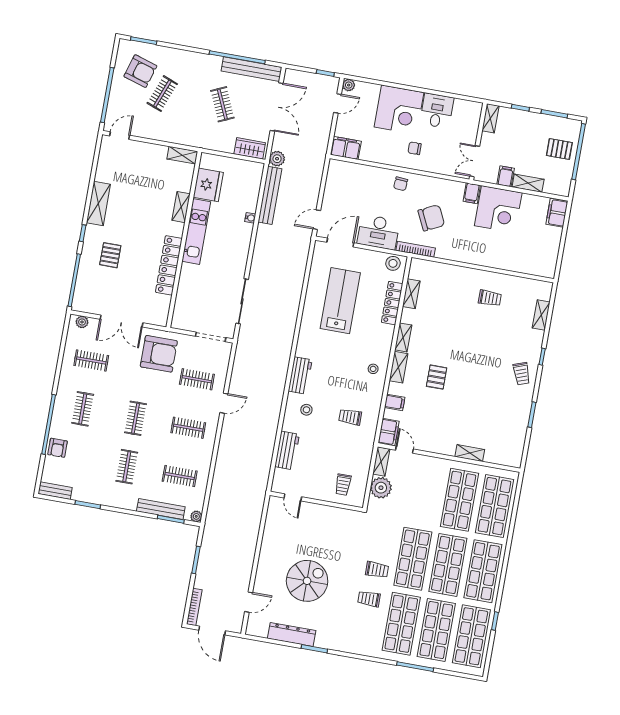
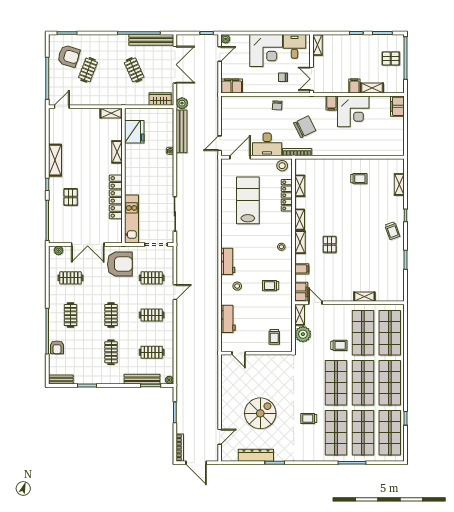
shelving: (490, 118) -> (318, 45), moved
wall: (478, 142) -> (311, 64), moved
double door: (475, 161) -> (311, 79), moved
kitchen unit: (196, 232) -> (131, 219), moved
trolley: (377, 570) -> (339, 345), moved

